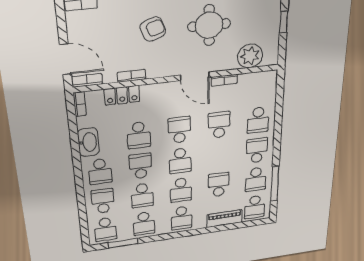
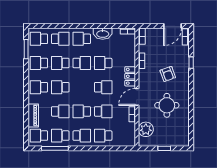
door: (66, 59) -> (173, 26), moved
locker: (122, 95) -> (130, 76), moved
school desk: (180, 161) -> (82, 111), moved

